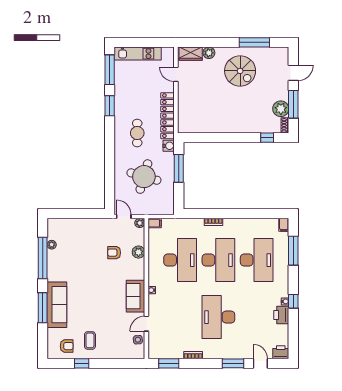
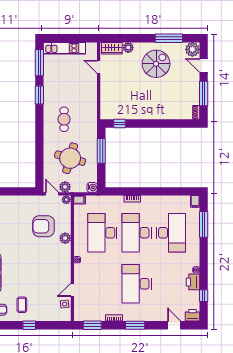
spiral stairs: (240, 71) -> (156, 64), turned -90
door: (293, 73) -> (204, 65), swing flipped
plant: (281, 109) -> (192, 49), moved
locker: (168, 116) -> (91, 104), removed
window: (267, 138) -> (119, 123), moved
water cooler: (169, 146) -> (92, 187), moved
plant: (138, 209) -> (65, 187), added
plant: (138, 252) -> (65, 238), moved
armchair: (114, 253) -> (43, 226), width x1.88, depth x1.88
desk: (180, 260) -> (102, 233), turned 180
desk: (218, 260) -> (137, 233), turned 180
sofa: (136, 296) -> (63, 265), removed
window: (293, 301) -> (204, 296), moved
window: (82, 363) -> (29, 325), moved
window: (233, 363) -> (135, 325), moved

